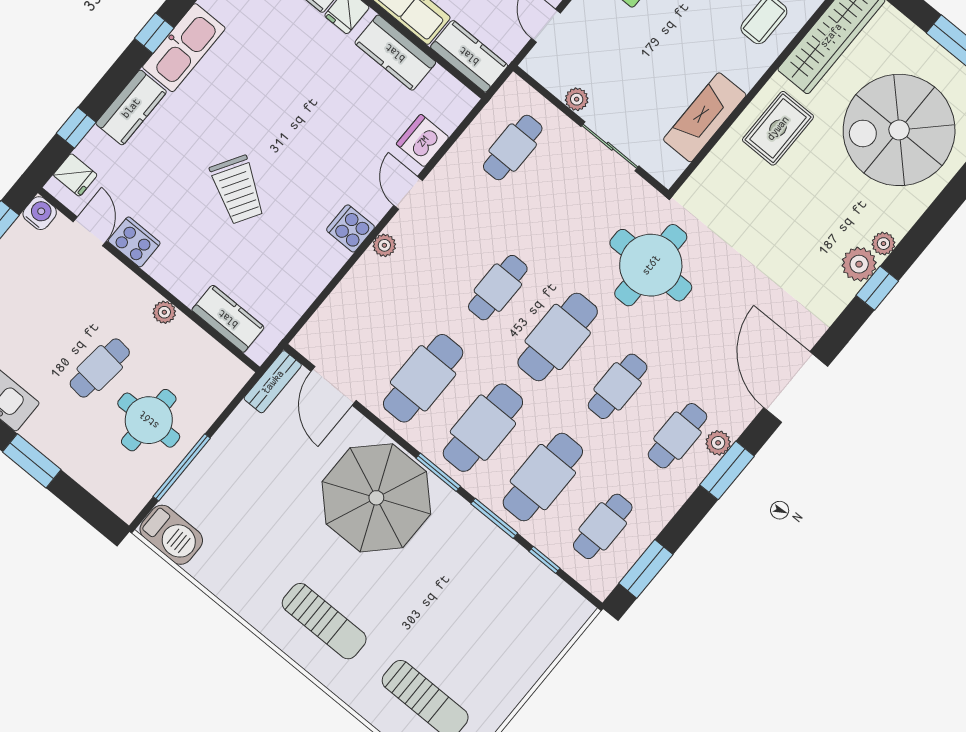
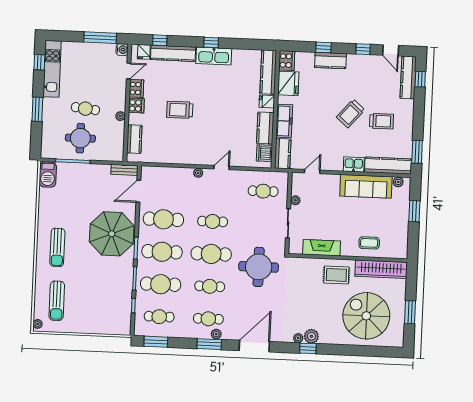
kitchen counter: (131, 108) -> (173, 53), width x1.50
dishwasher: (423, 141) -> (264, 153), moved, turned -90
trolley: (238, 190) -> (180, 110), turned 59
cooker: (351, 228) -> (136, 106), moved, turned 90
plant: (883, 244) -> (298, 338), moved

